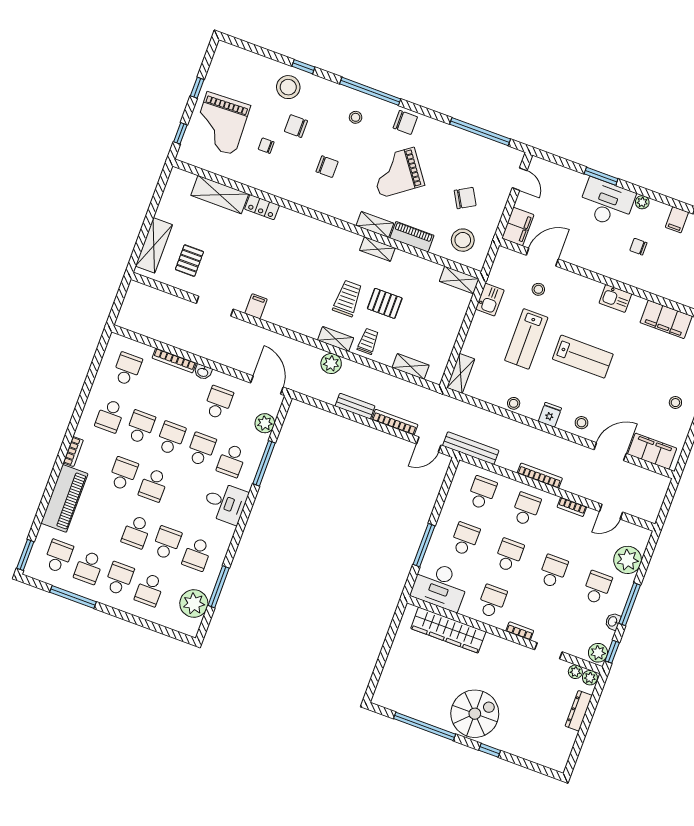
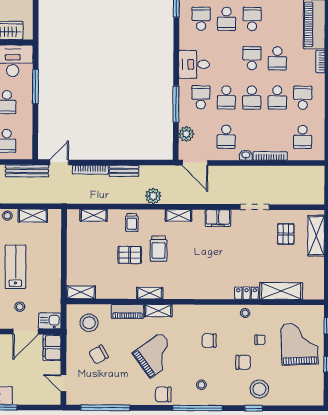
stool: (272, 184) -> (245, 313), added
kitchen sink: (490, 300) -> (50, 321), moved, turned 90
filing cabinet: (256, 306) -> (218, 218), width x2.00
shelving: (336, 339) -> (178, 215), moved
shelving: (461, 373) -> (33, 216), moved, turned 90

